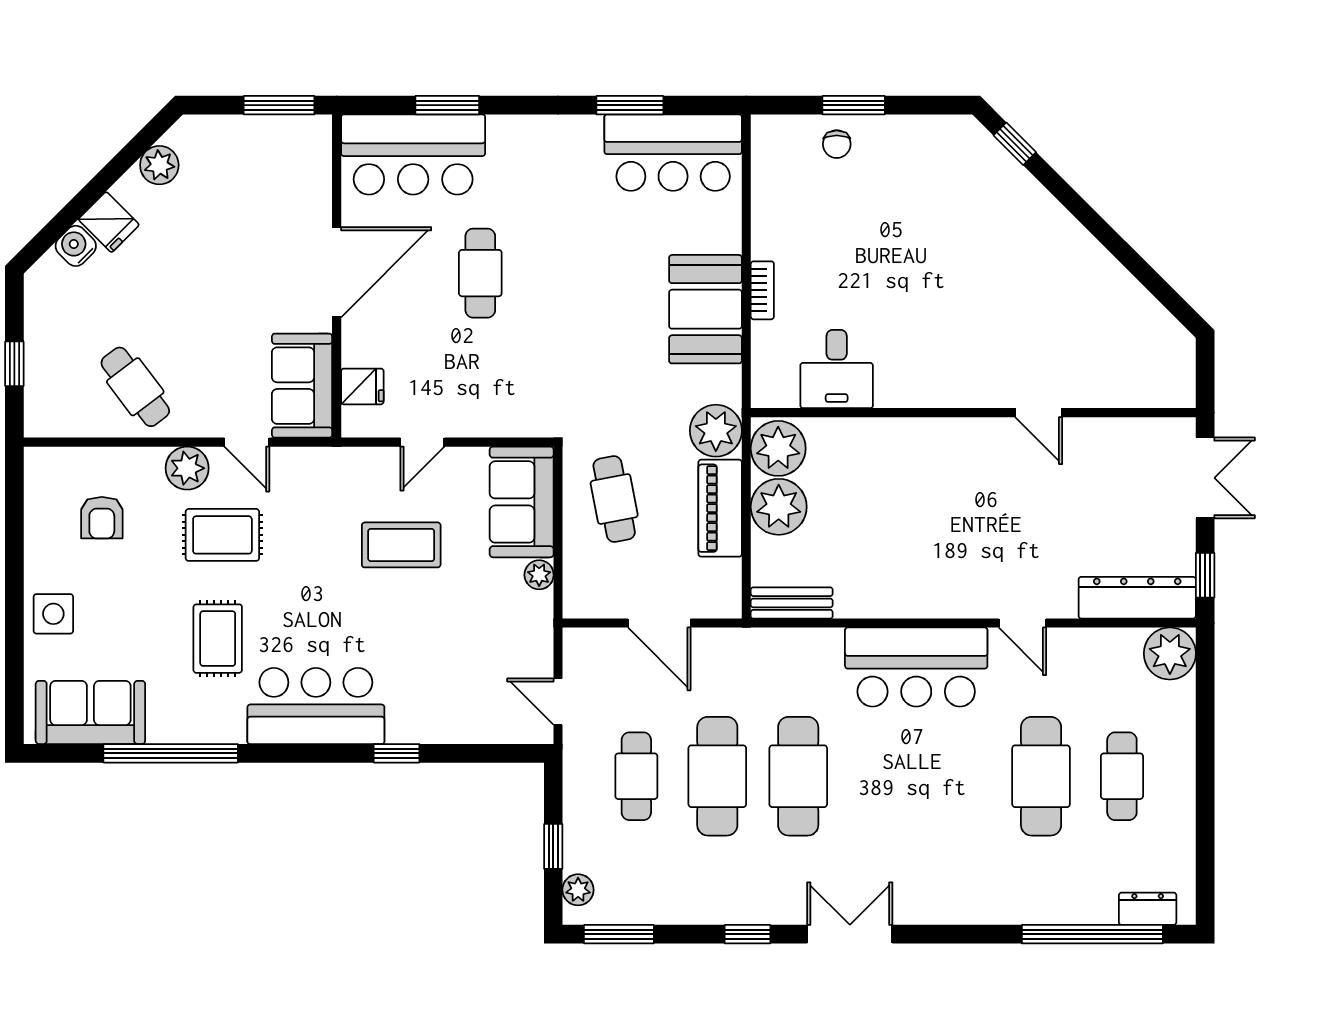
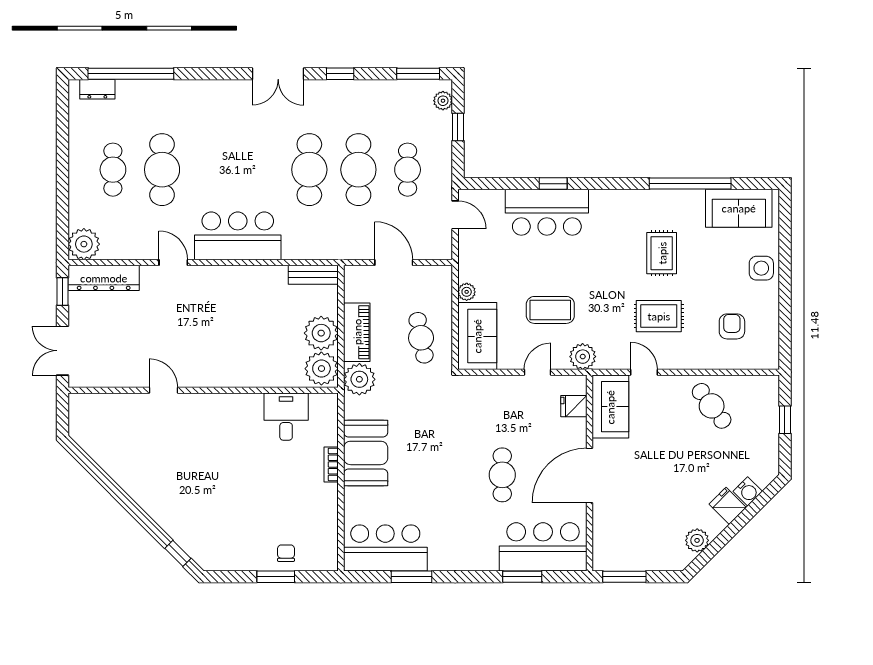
plant: (187, 468) -> (583, 357), moved
bar counter: (316, 706) -> (547, 212), moved

